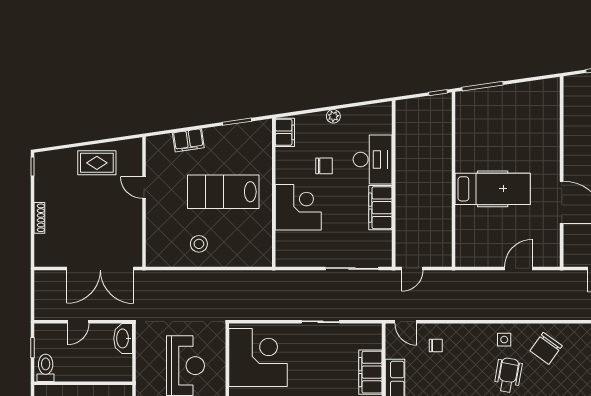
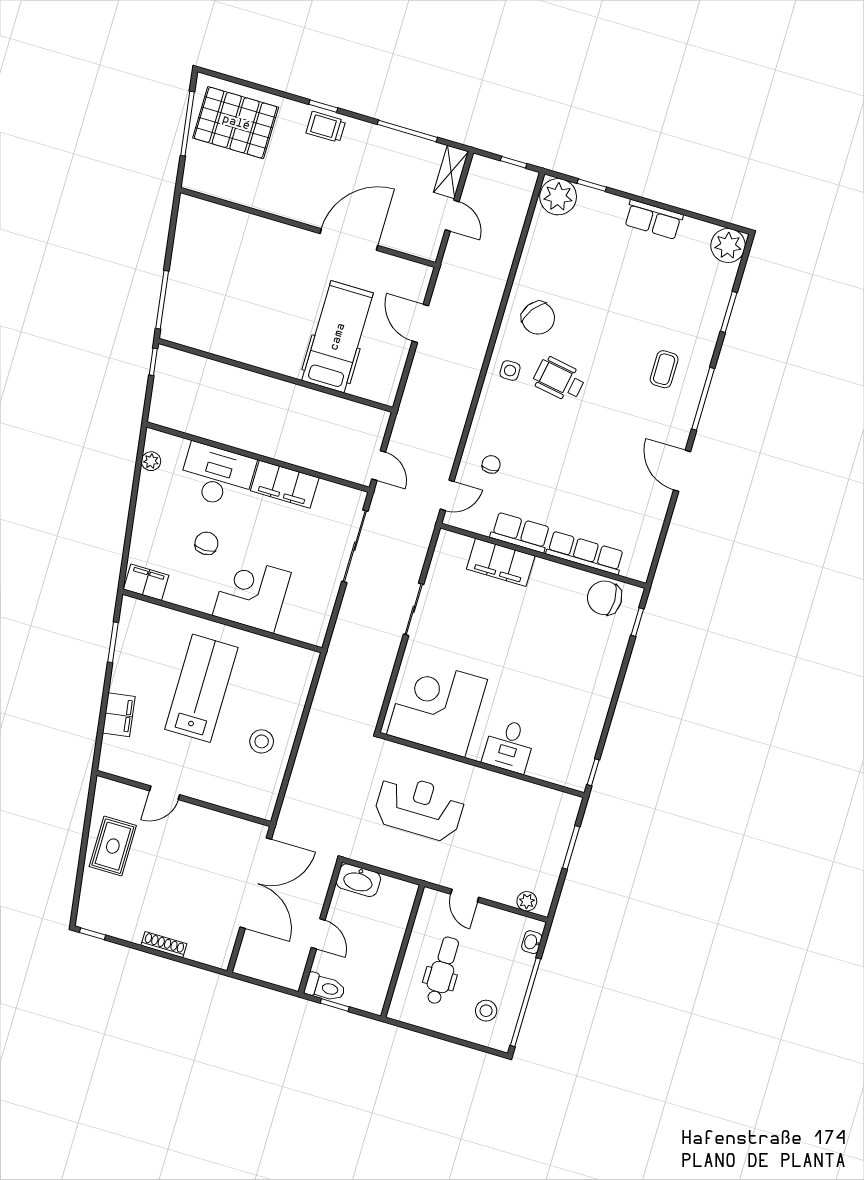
plant: (333, 116) -> (151, 461), moved
hospital bed: (493, 189) -> (338, 337), moved
lab bench: (223, 192) -> (201, 688), turned 180
toilet: (46, 368) -> (325, 987), moved, turned 180

